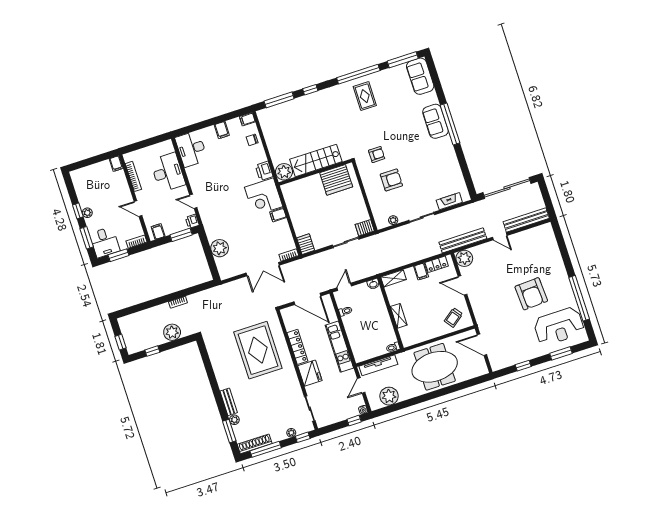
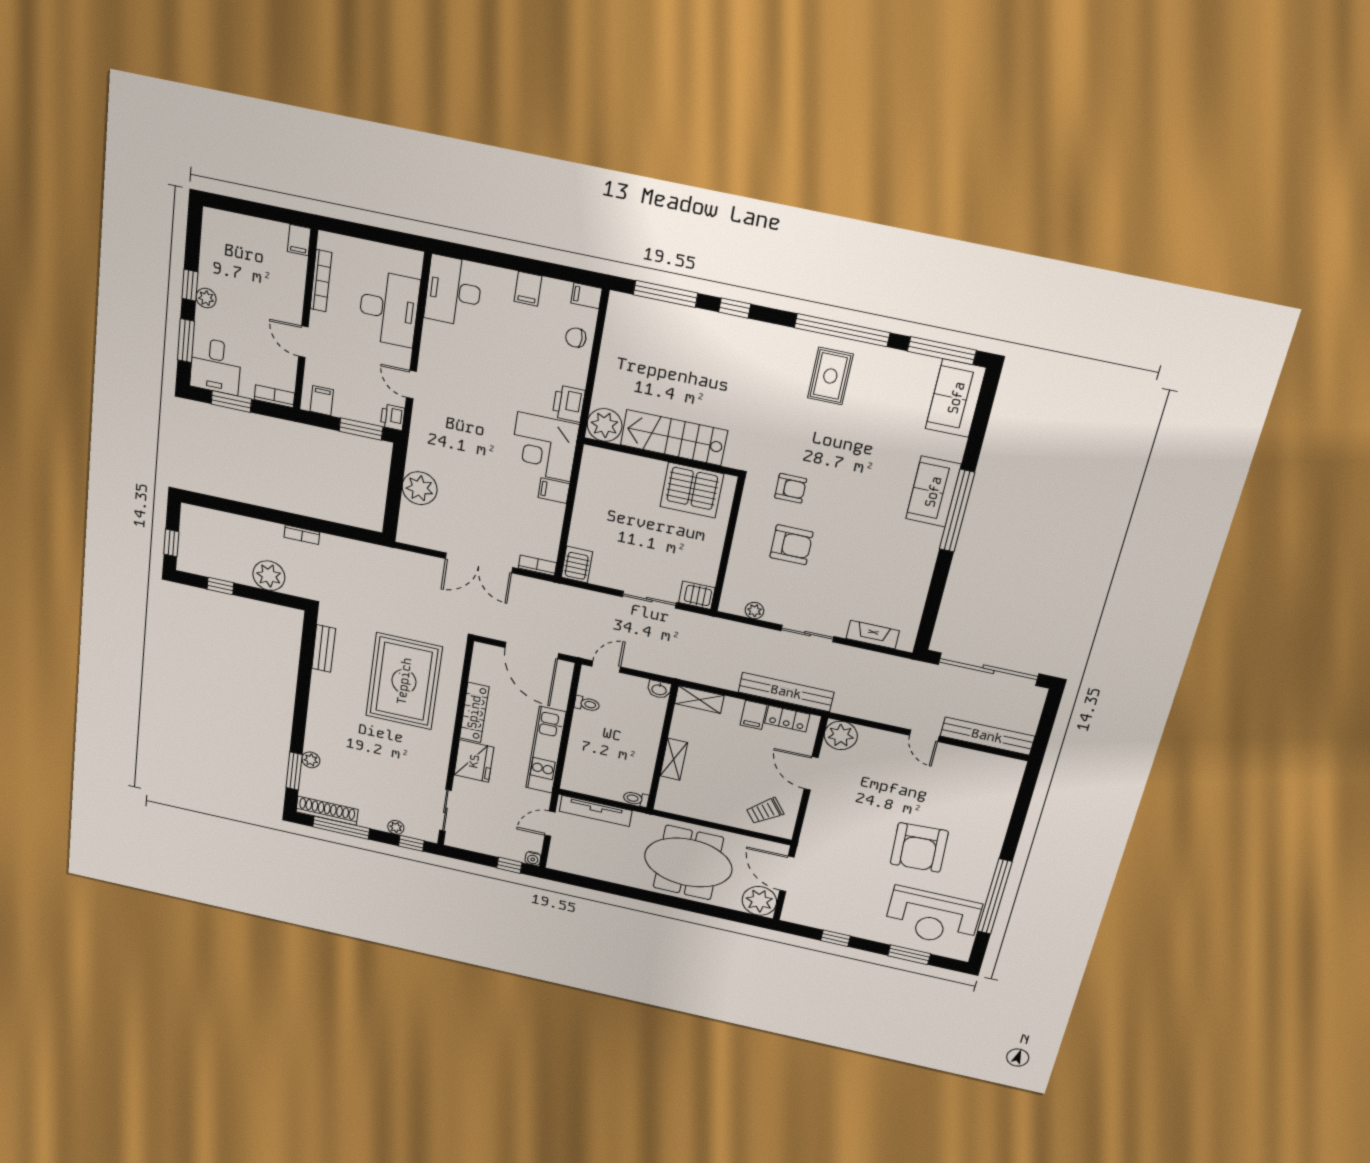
bench: (463, 240) -> (786, 692), moved
plant: (389, 396) -> (759, 901), moved
bench: (229, 402) -> (324, 648), moved

